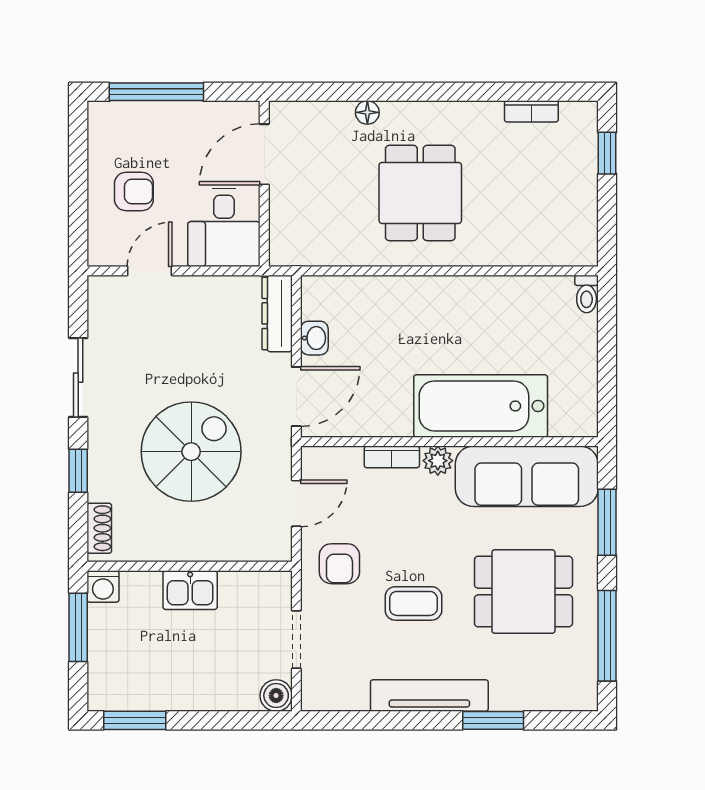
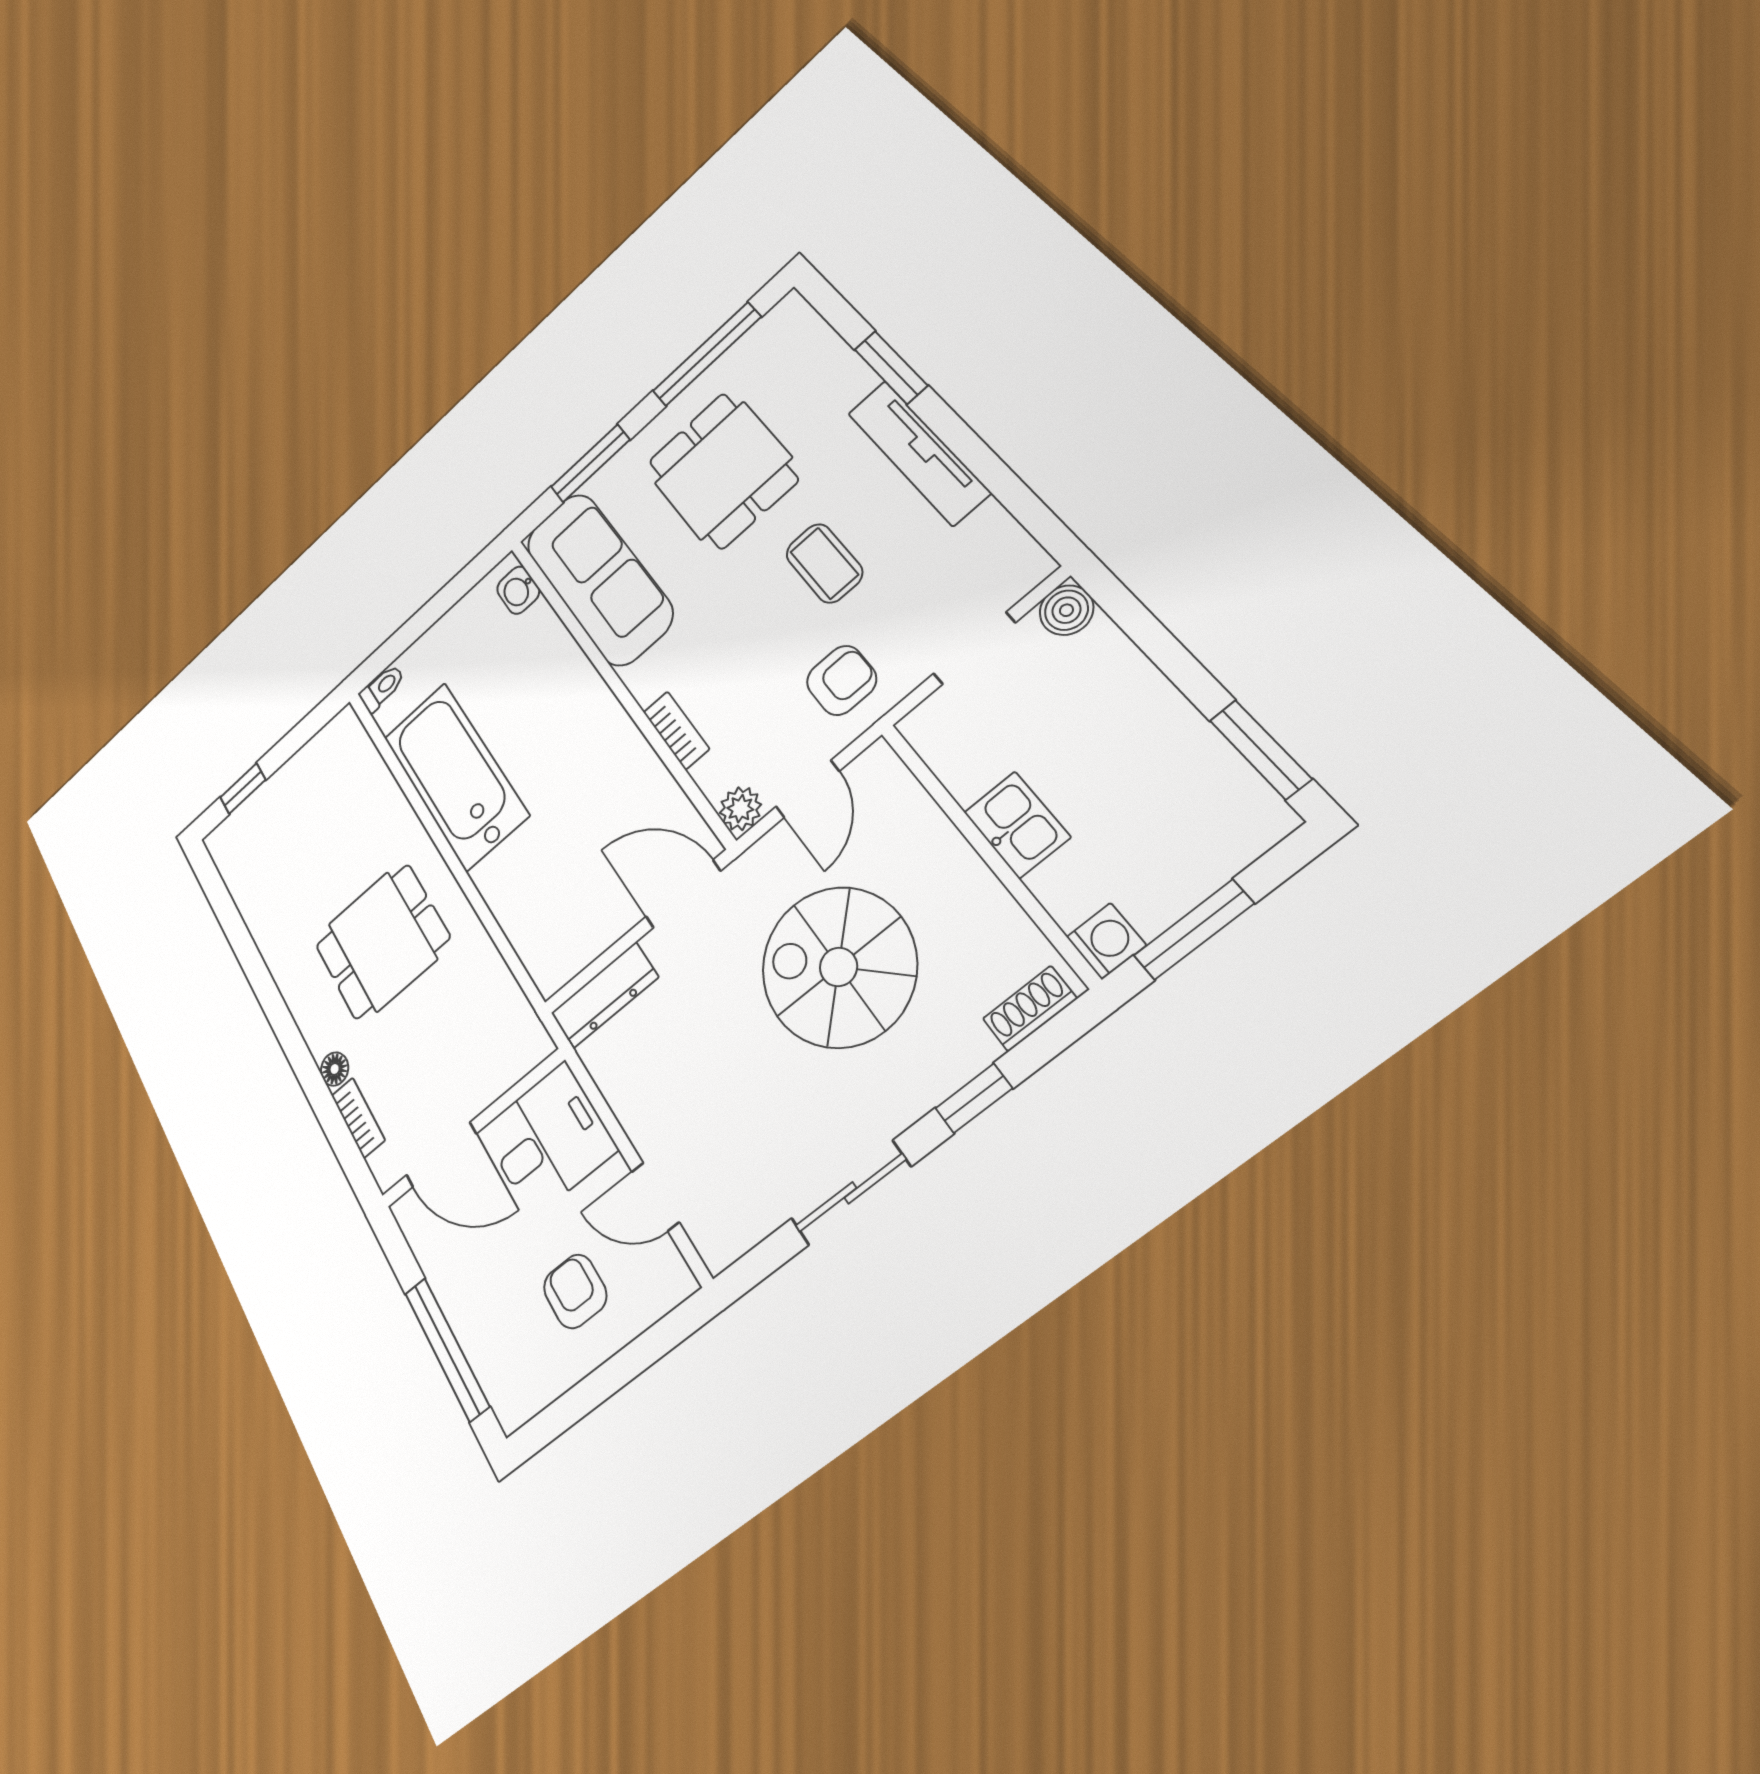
bookcase: (531, 111) -> (358, 1118), moved
washbasin: (314, 338) -> (518, 590), moved, turned -90
bathtub: (481, 406) -> (455, 776), moved, turned 180
plant: (438, 461) -> (740, 809), moved
door: (296, 503) -> (807, 789), swing flipped

